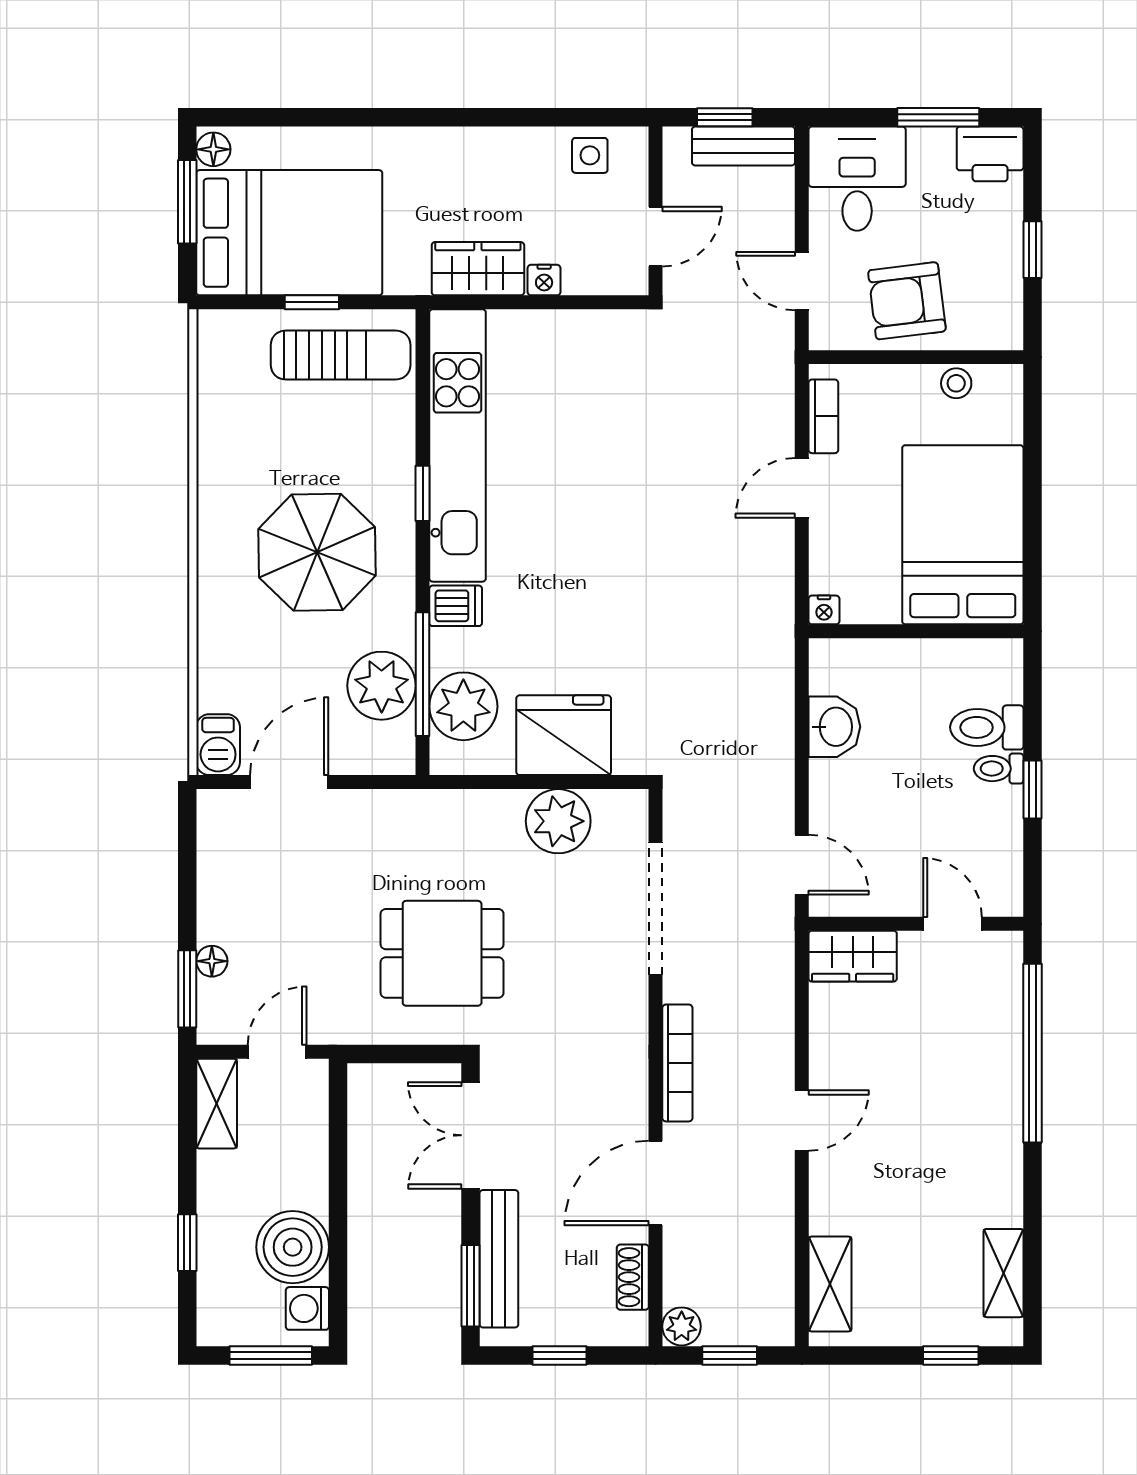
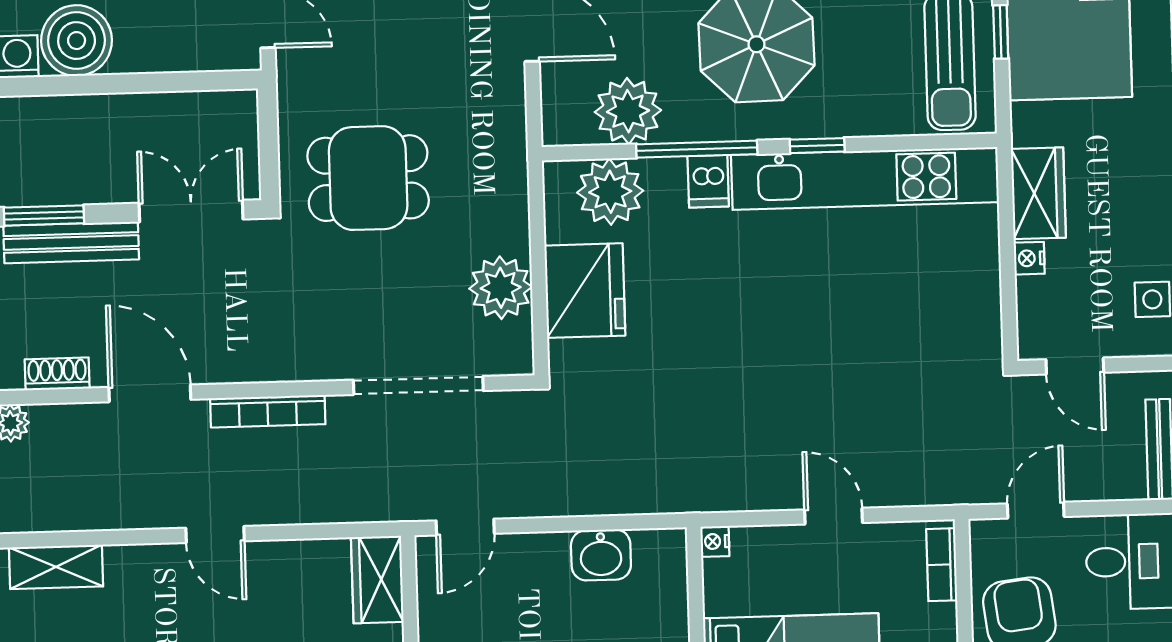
bookcase: (823, 416) -> (942, 565), moved, turned 90
window: (423, 674) -> (697, 149), moved
dining table: (442, 953) -> (368, 178), turned 90

